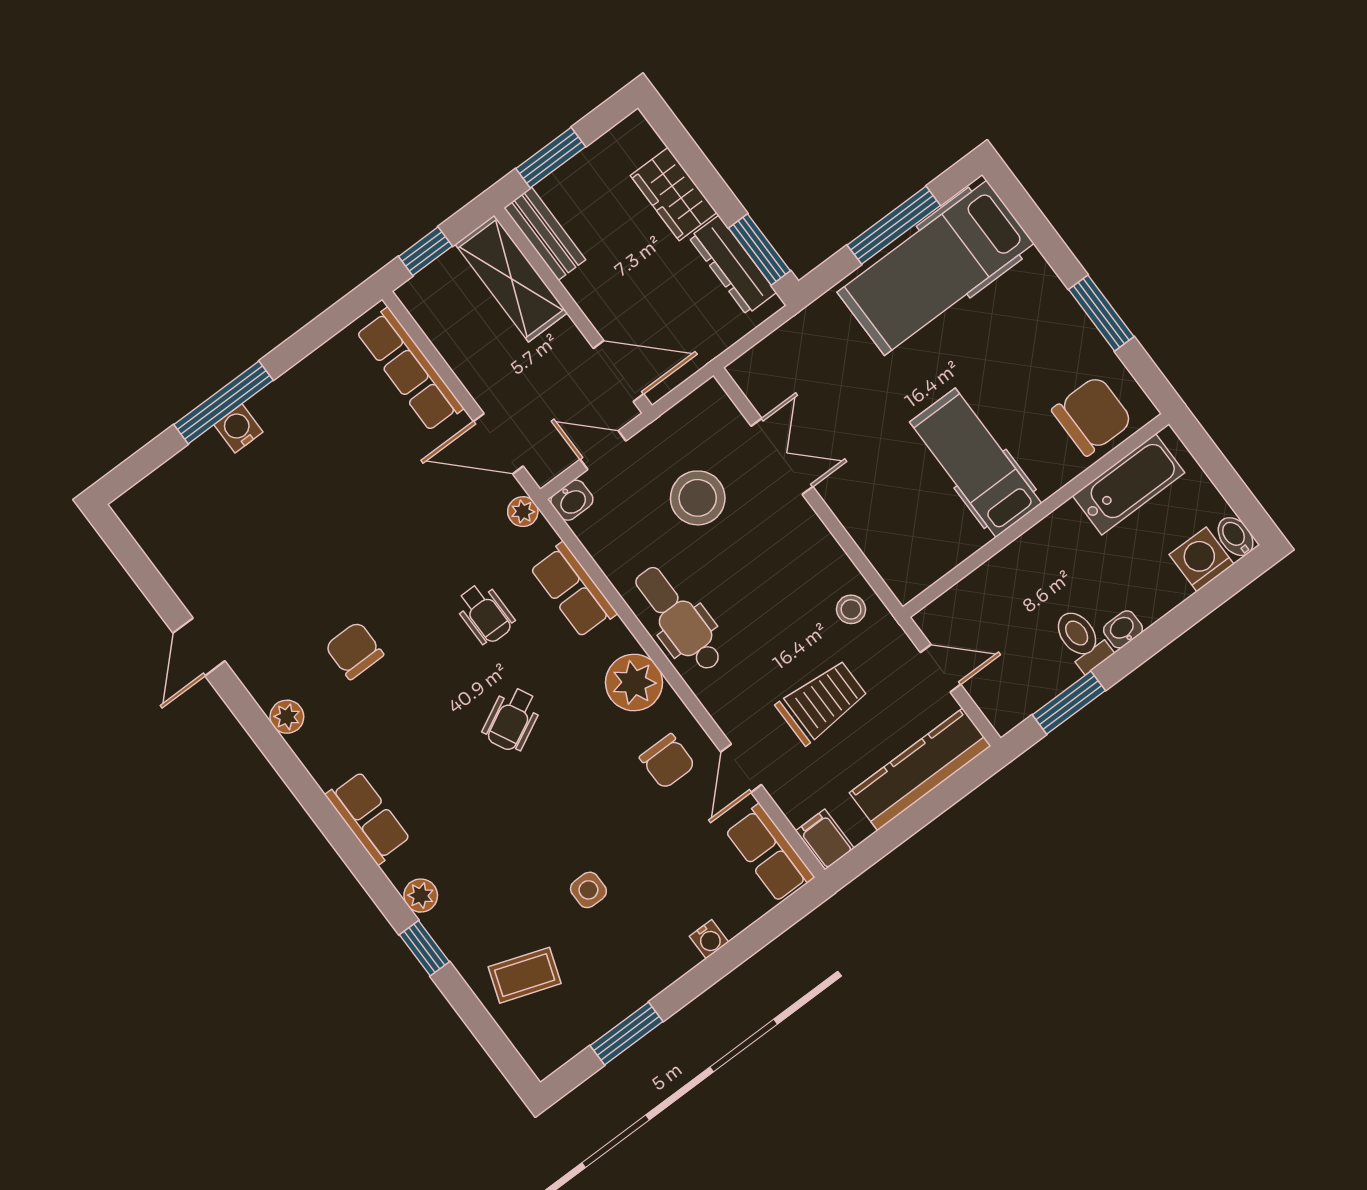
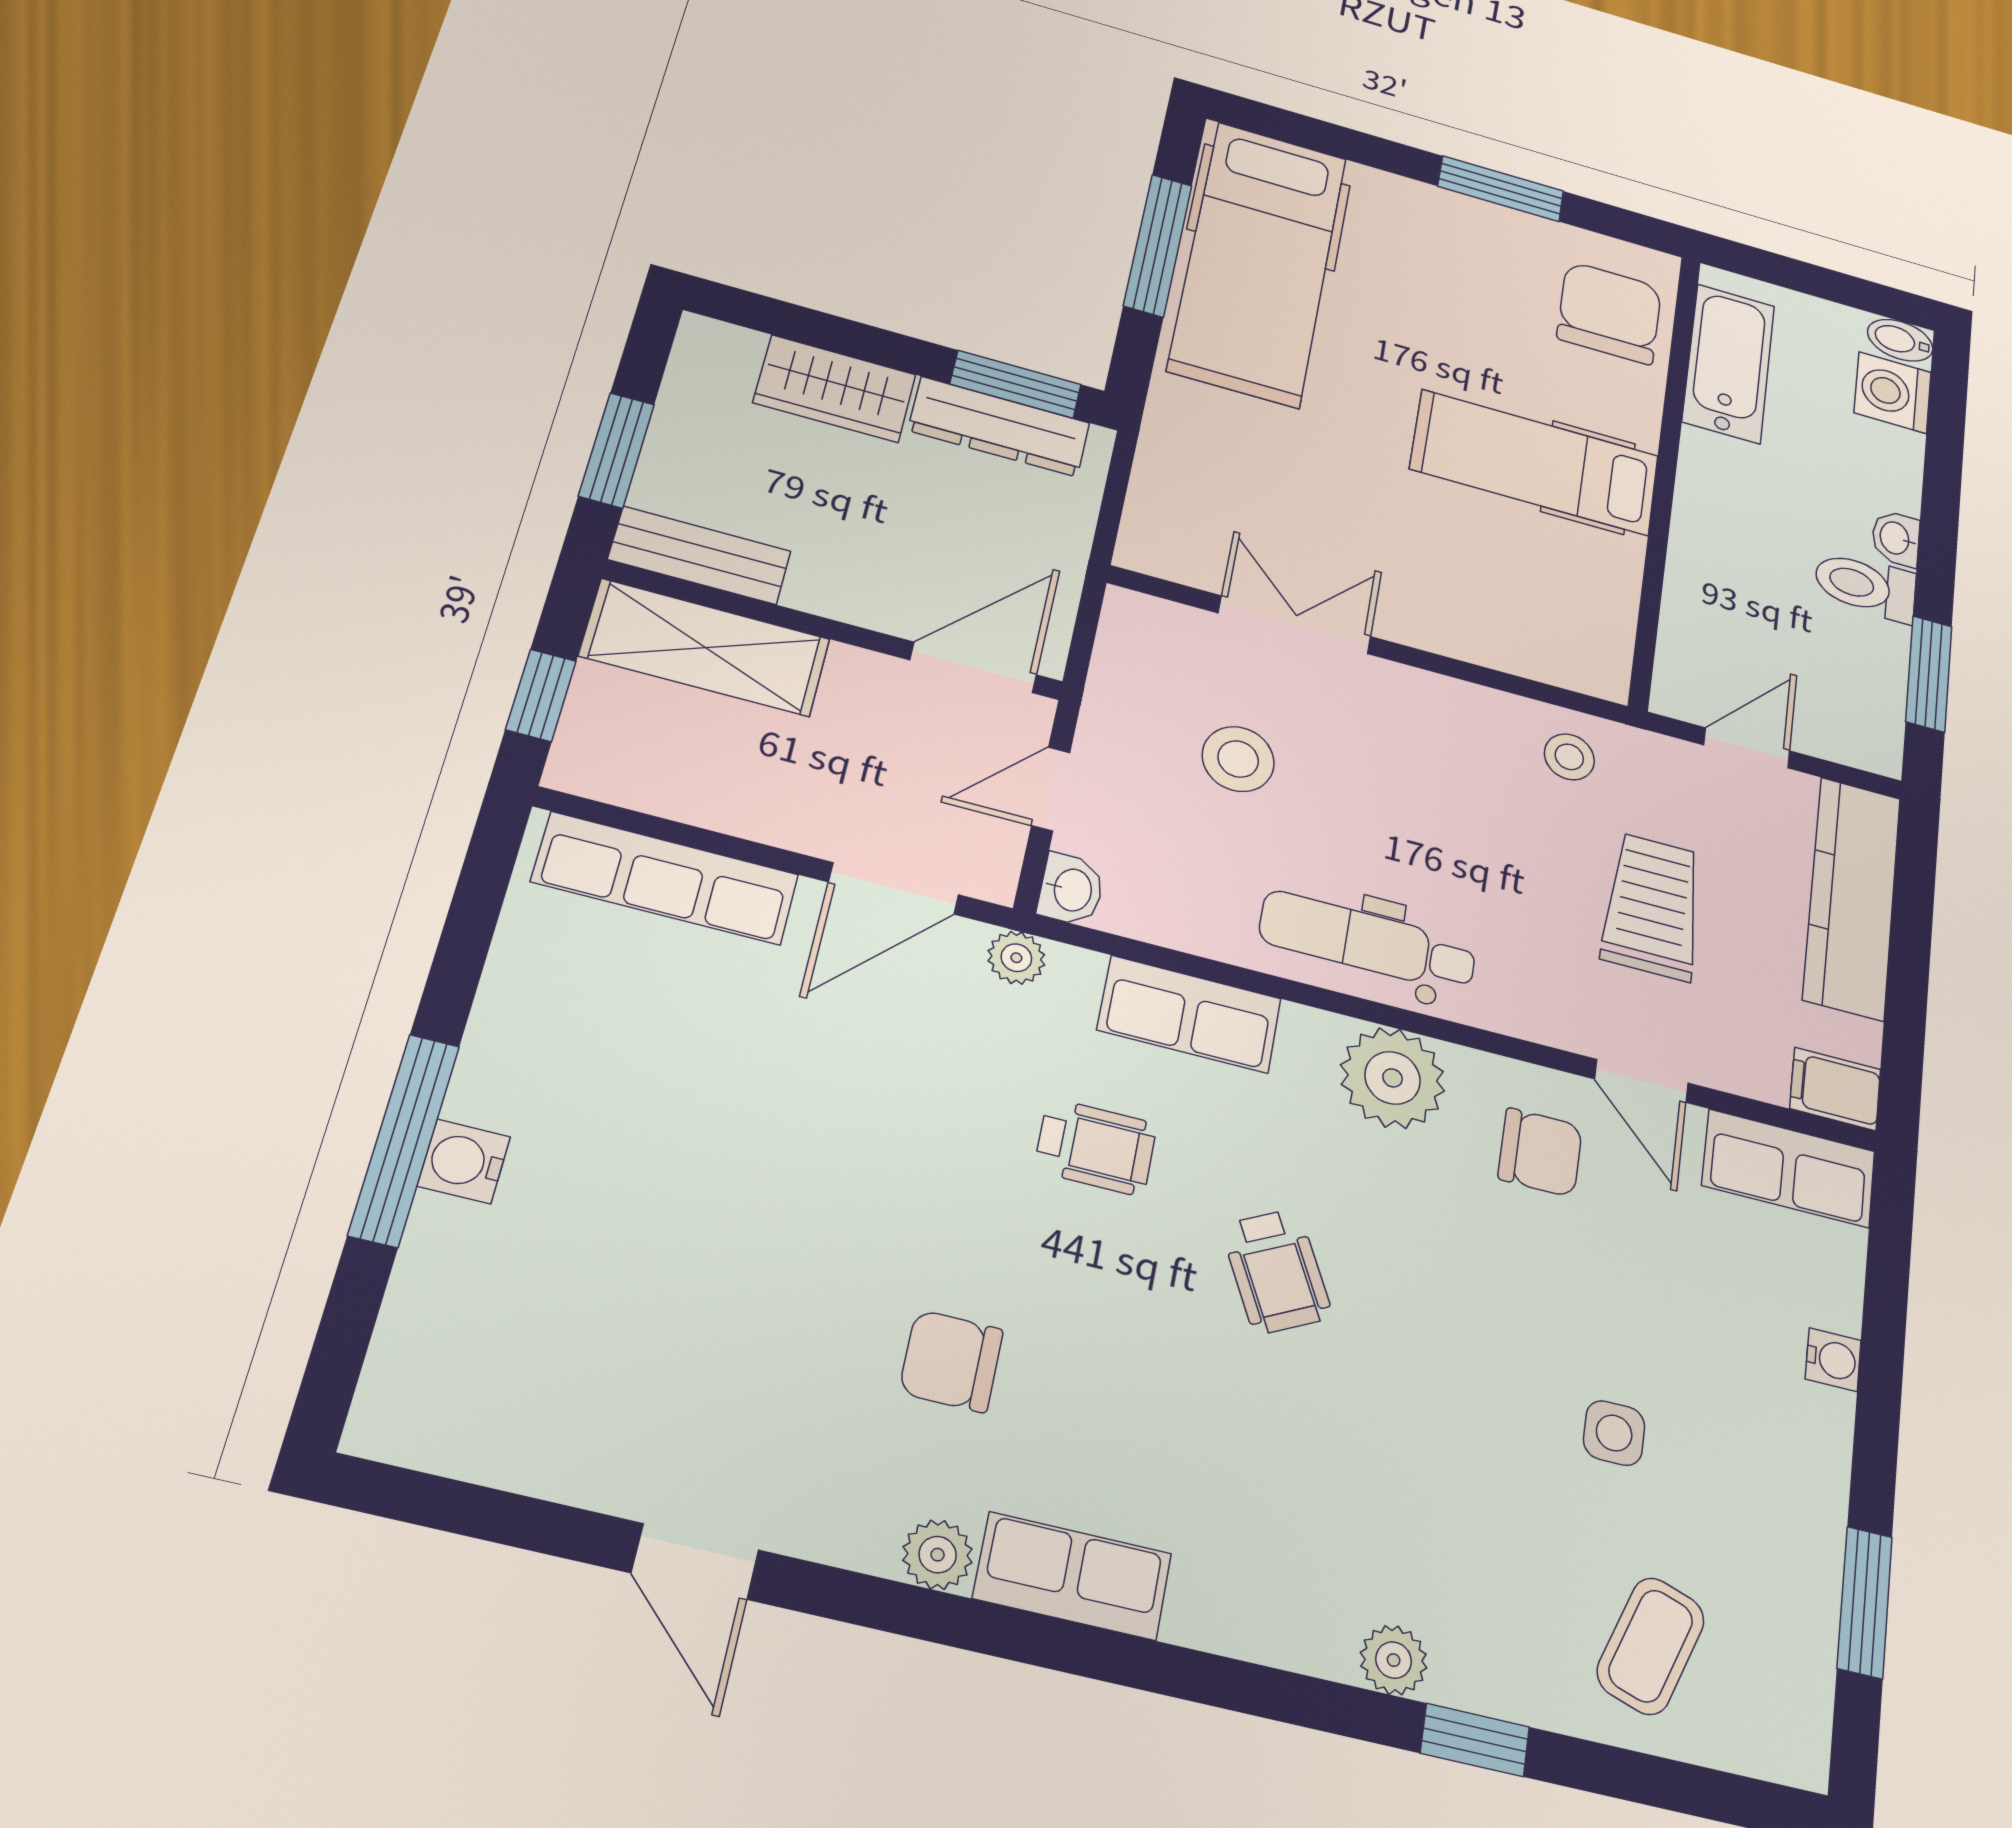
stool: (698, 498) -> (1238, 759), width x0.73, depth x0.73
row of seats: (368, 818) -> (1072, 1576), moved

